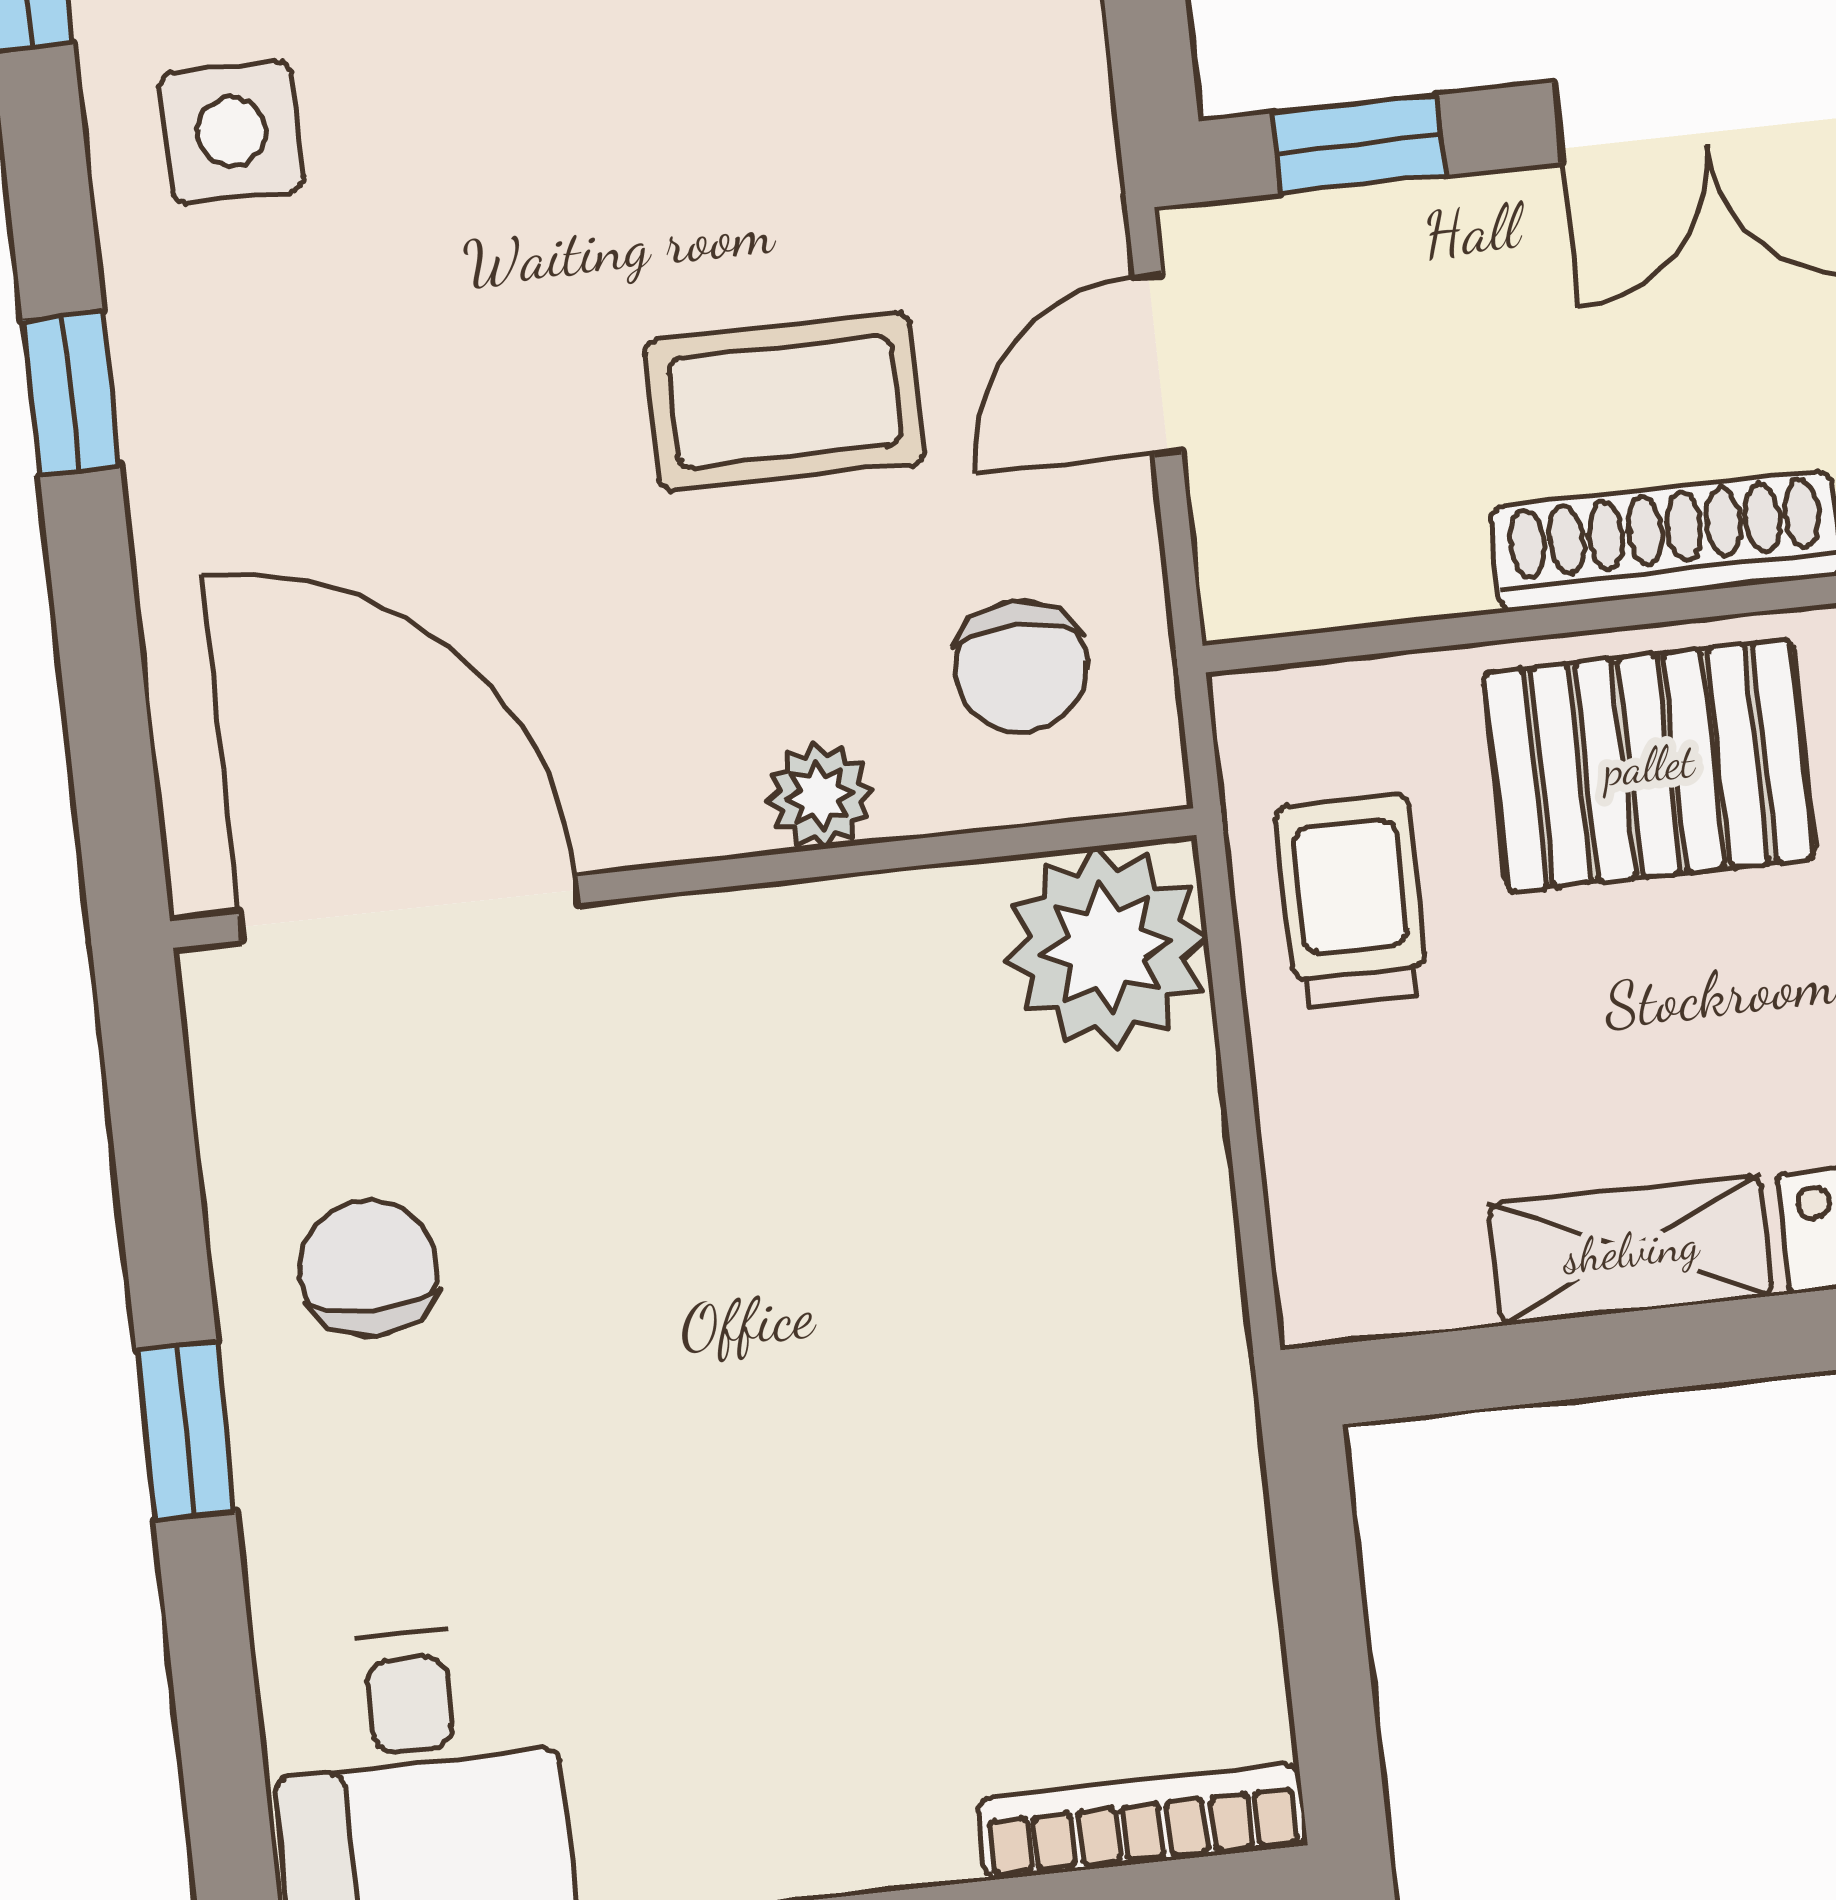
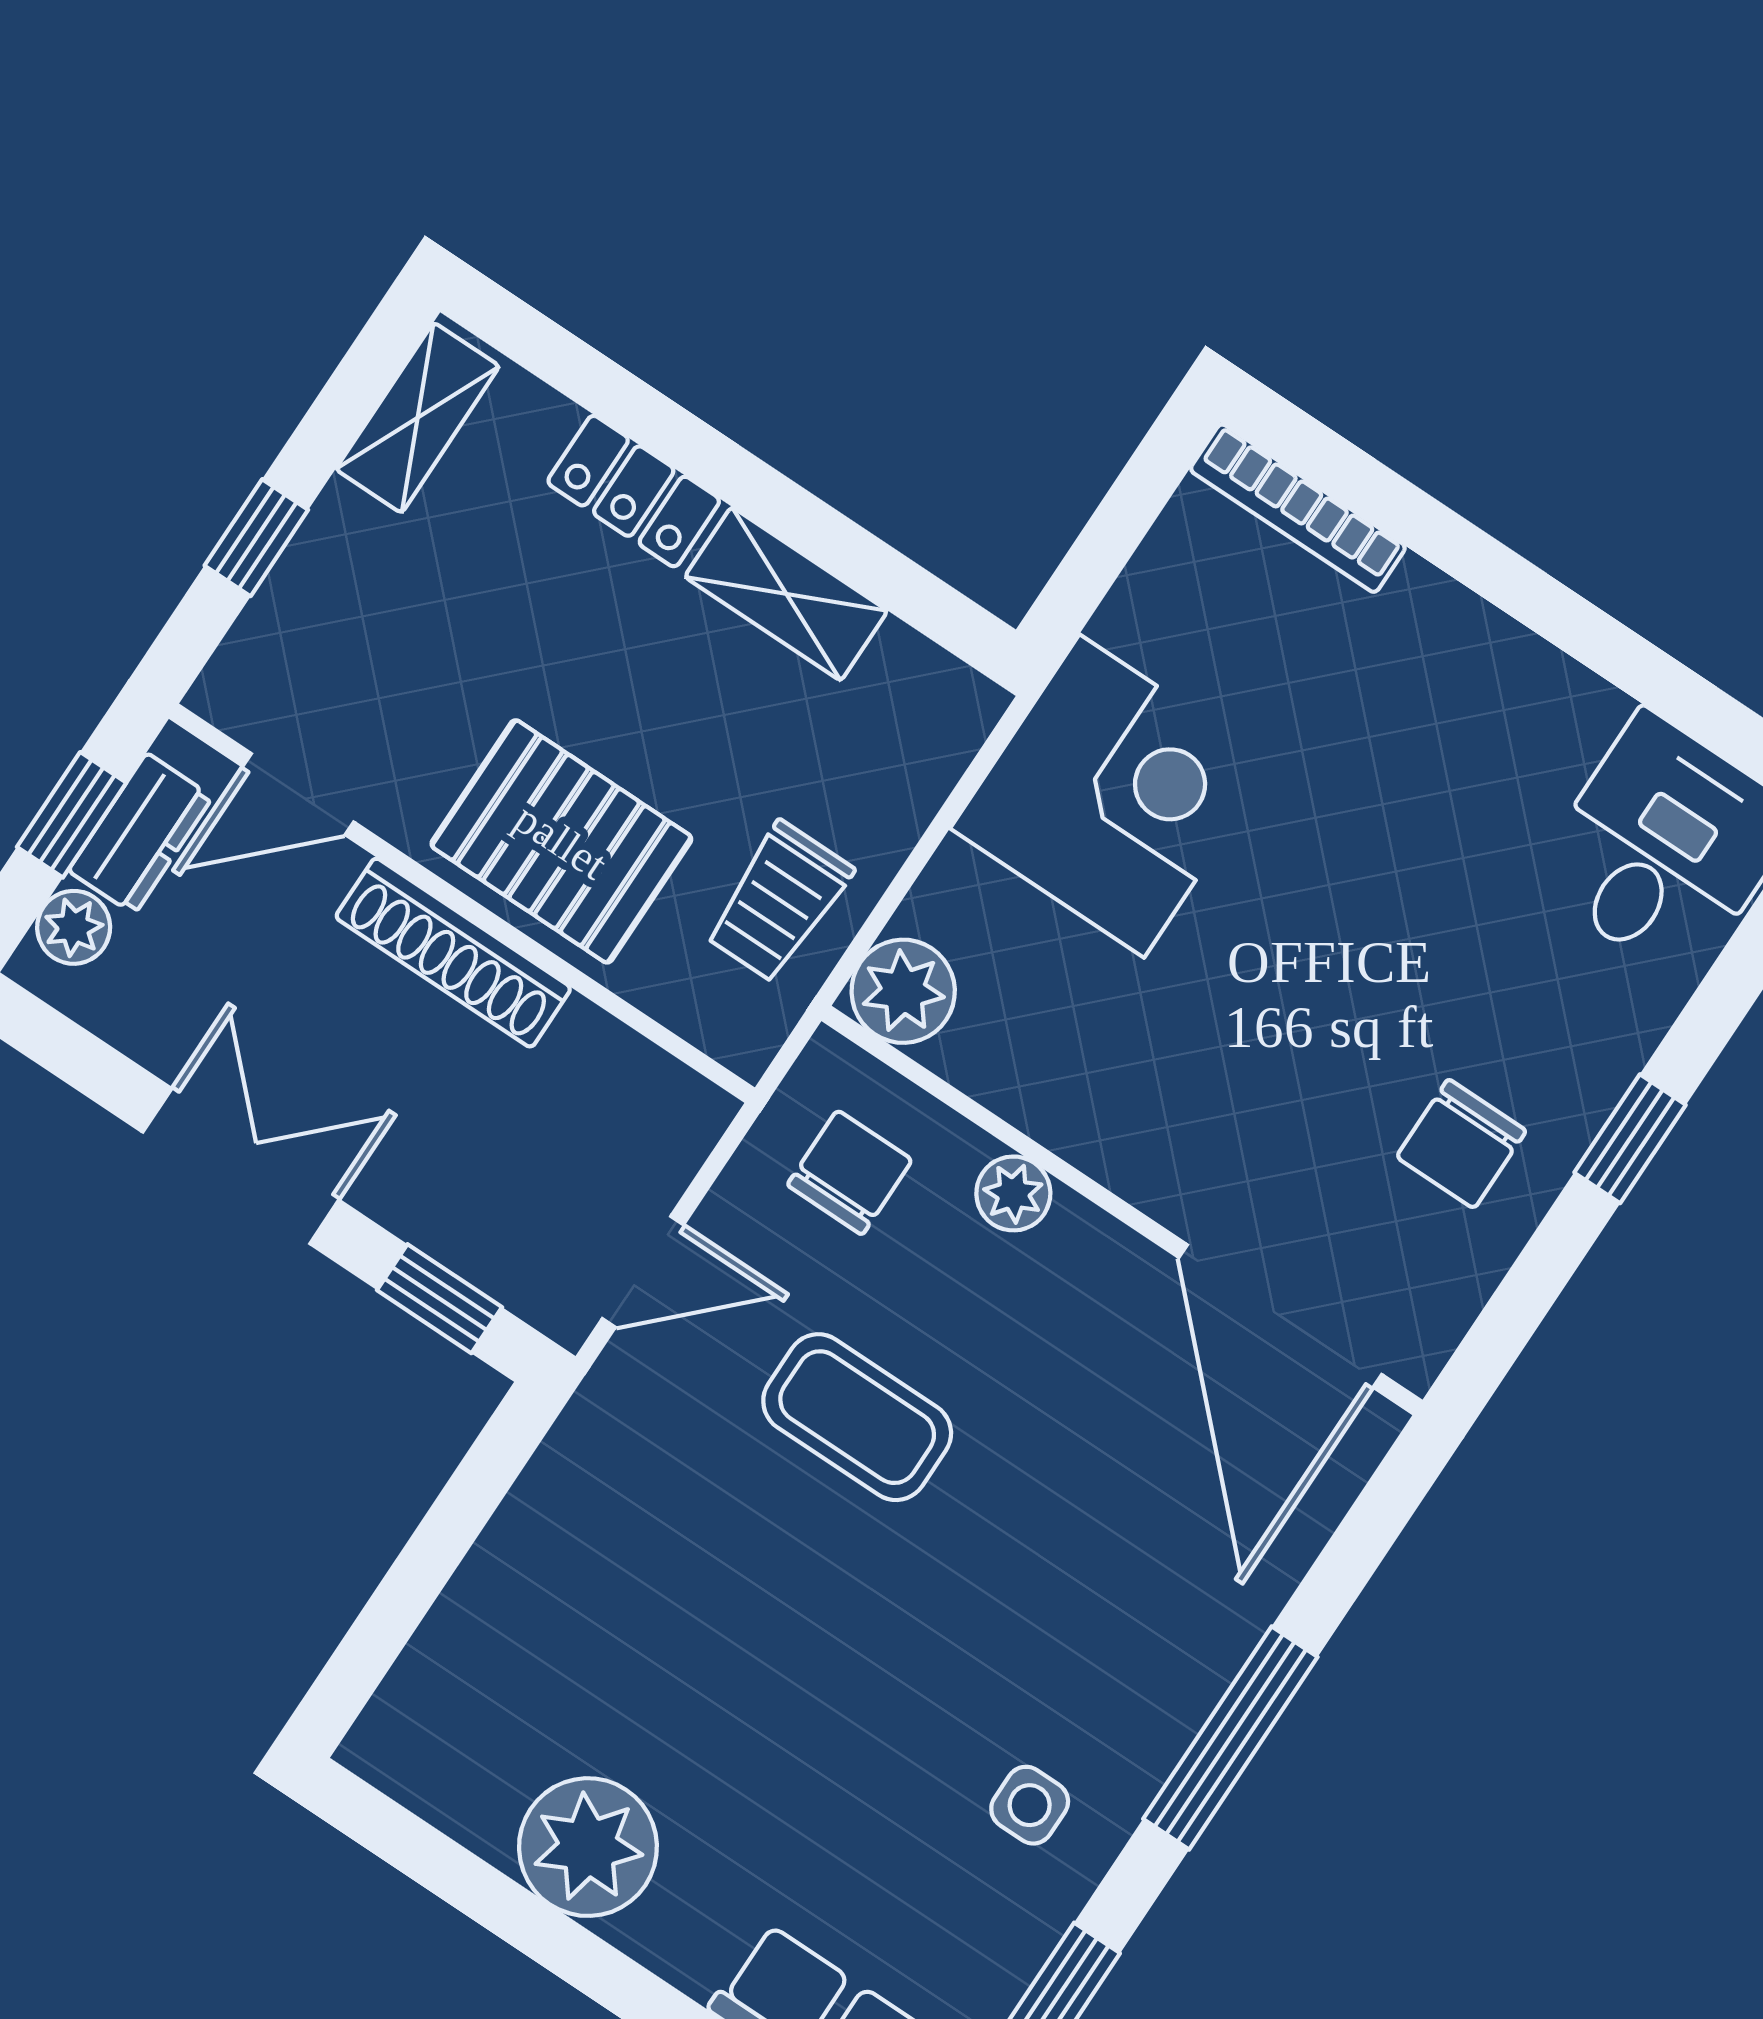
side table: (232, 132) -> (1030, 1805), width x0.73, depth x0.73
window: (71, 393) -> (1230, 1738), width x2.17
plant: (1106, 948) -> (903, 991), width x0.73, depth x0.73
corner desk: (1081, 1329) -> (1112, 796), added

